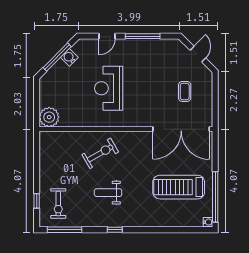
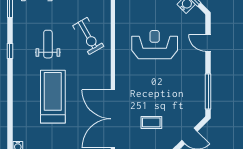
window: (143, 36) -> (208, 92), moved
treadmill: (179, 187) -> (53, 97), moved

